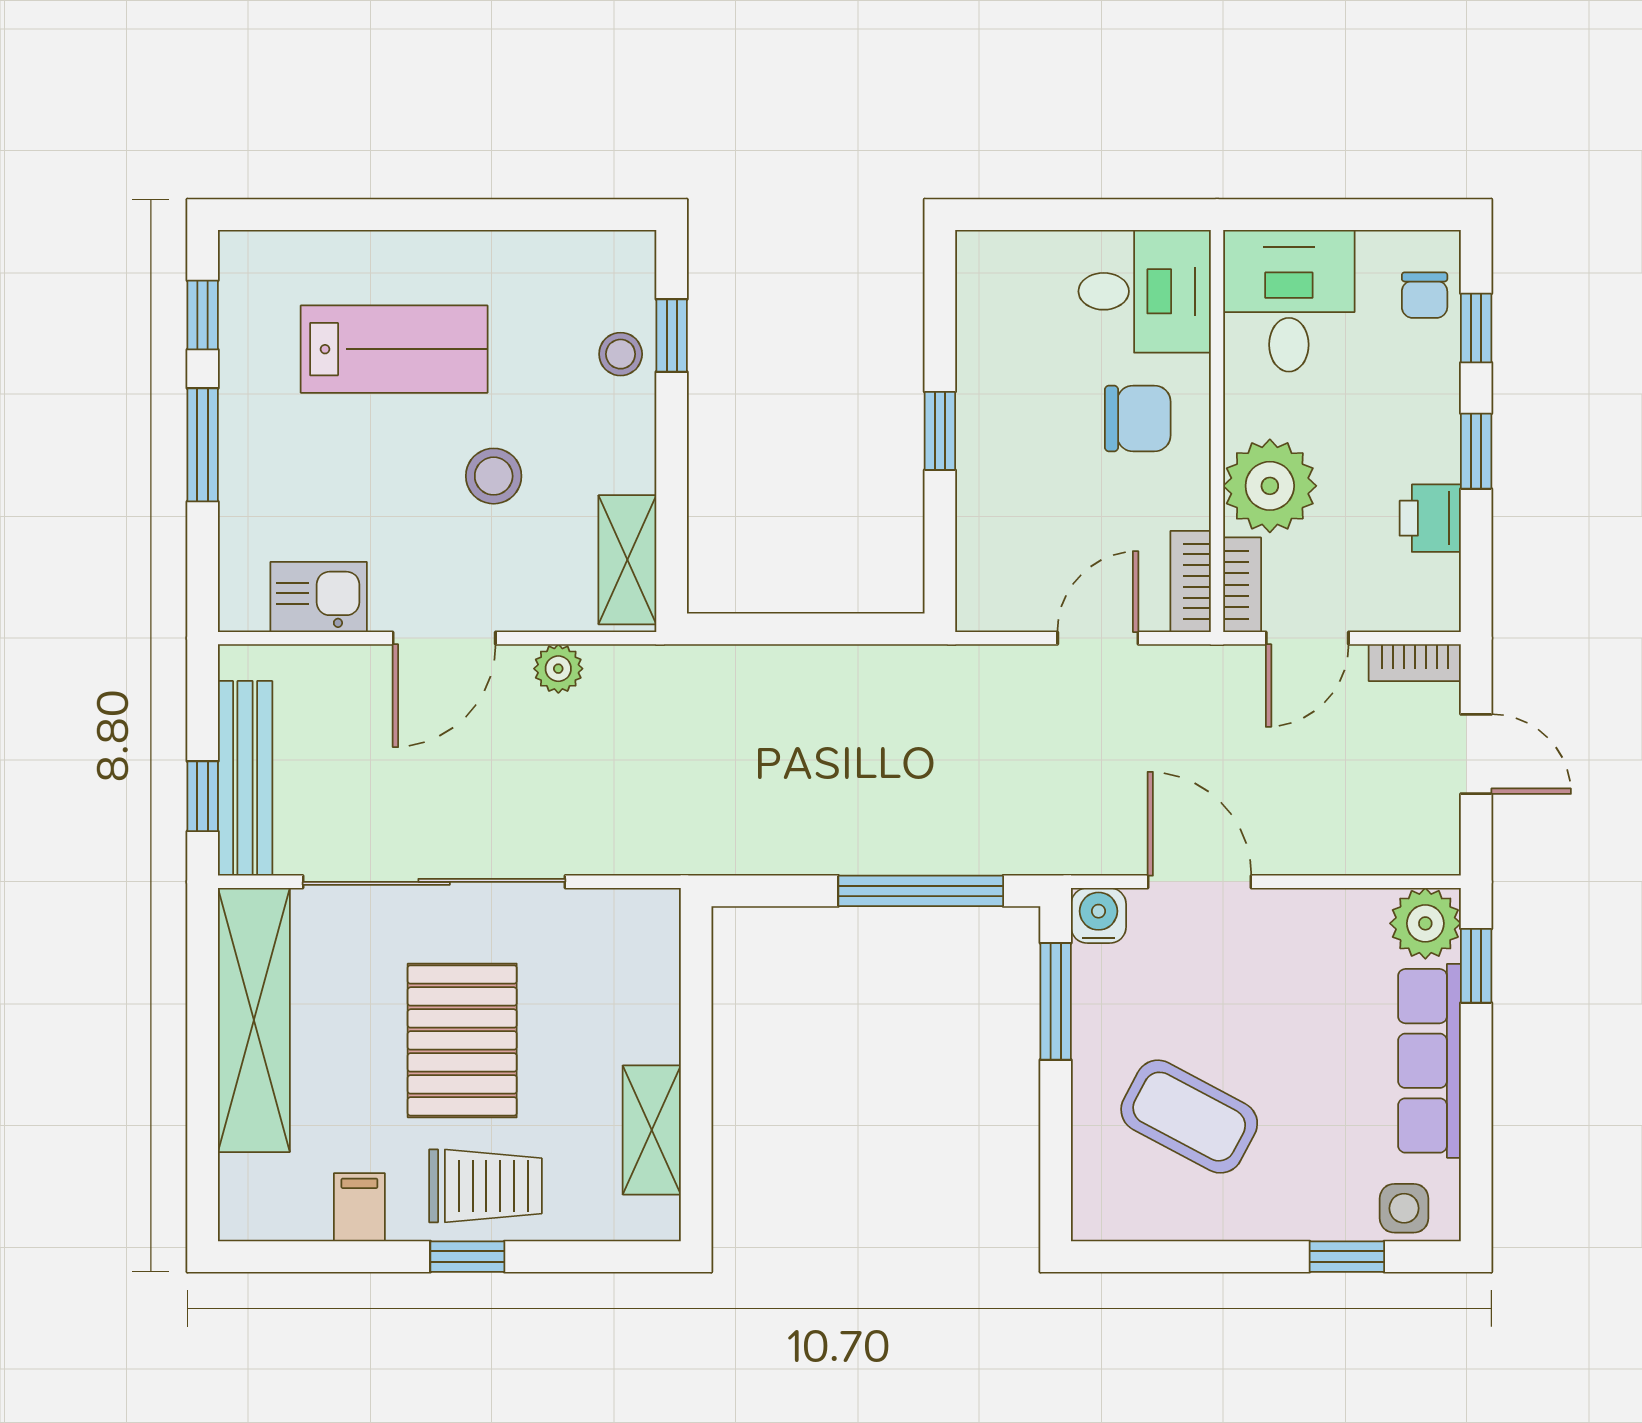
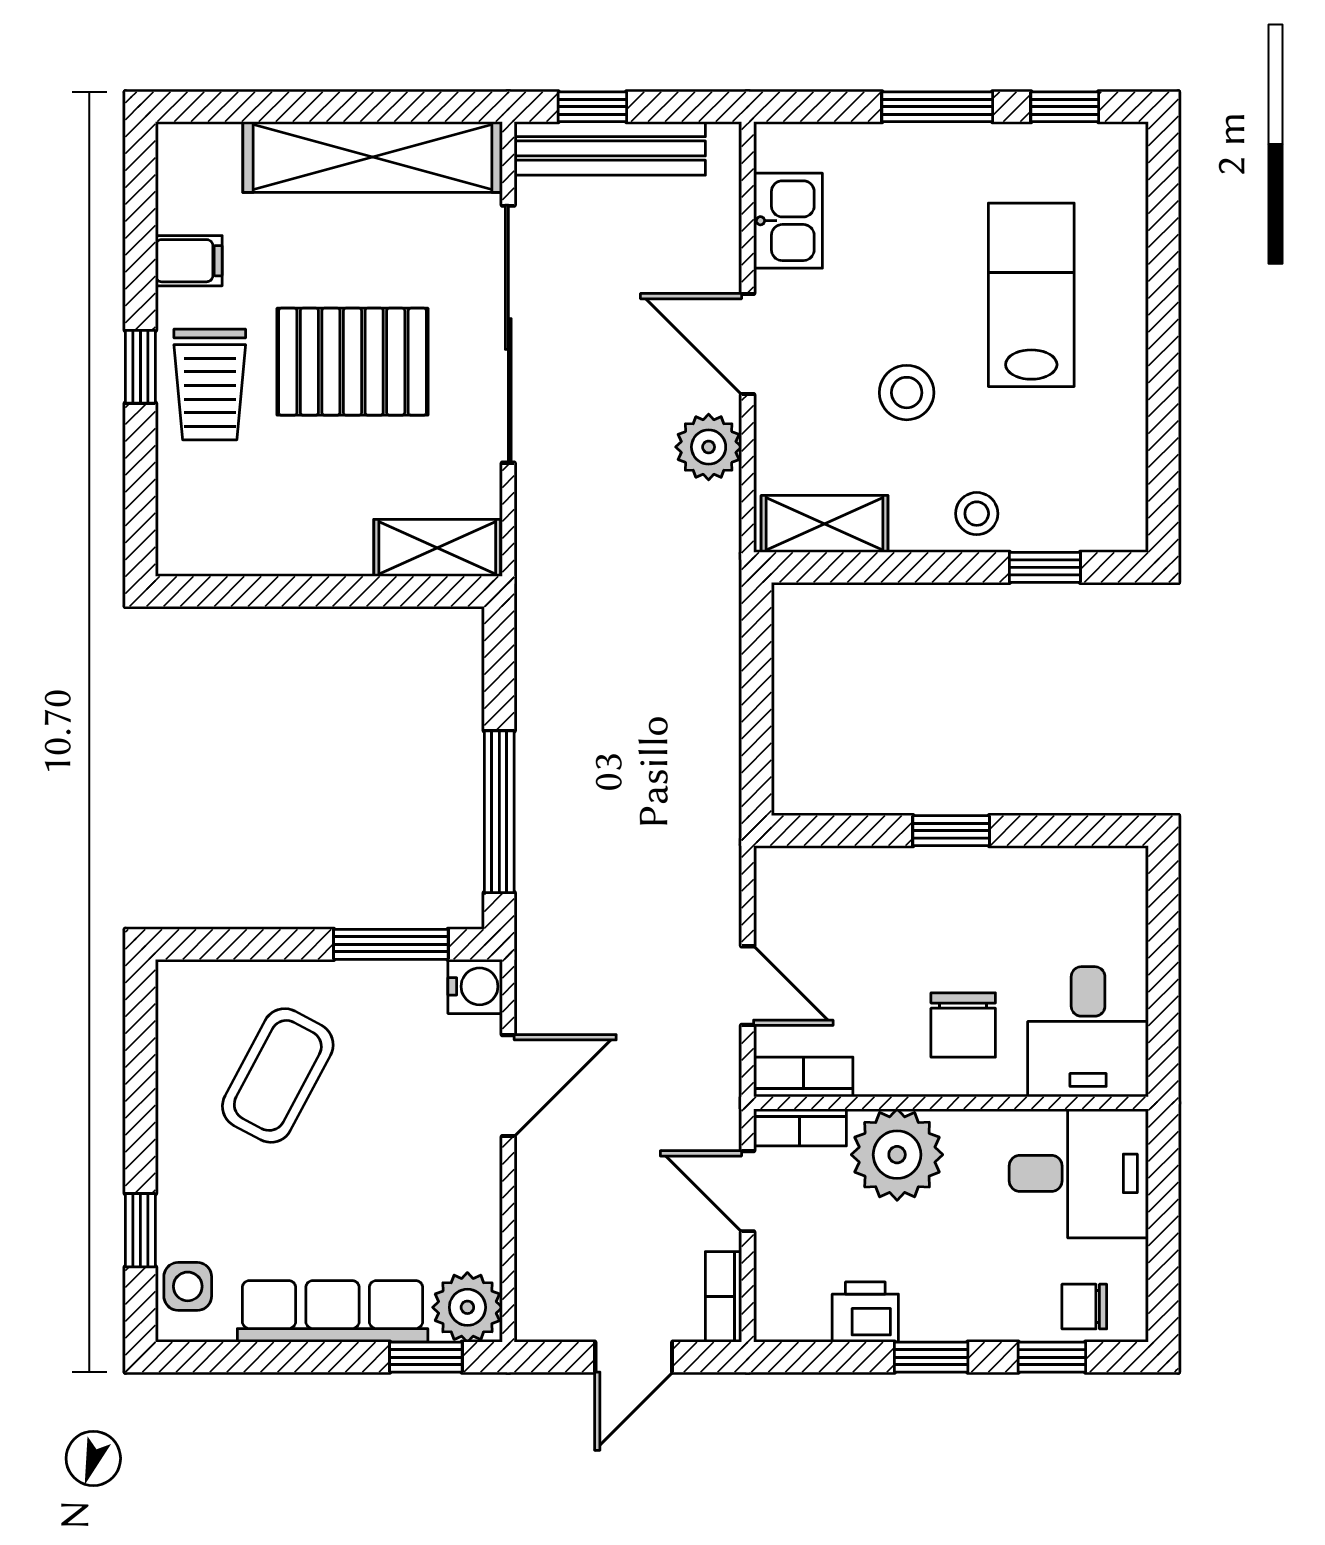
lab bench: (394, 349) -> (1031, 295), turned 180
stool: (621, 354) -> (977, 514), moved
plant: (558, 669) -> (709, 447), width x1.38, depth x1.38
shelving: (652, 1130) -> (437, 548), moved

